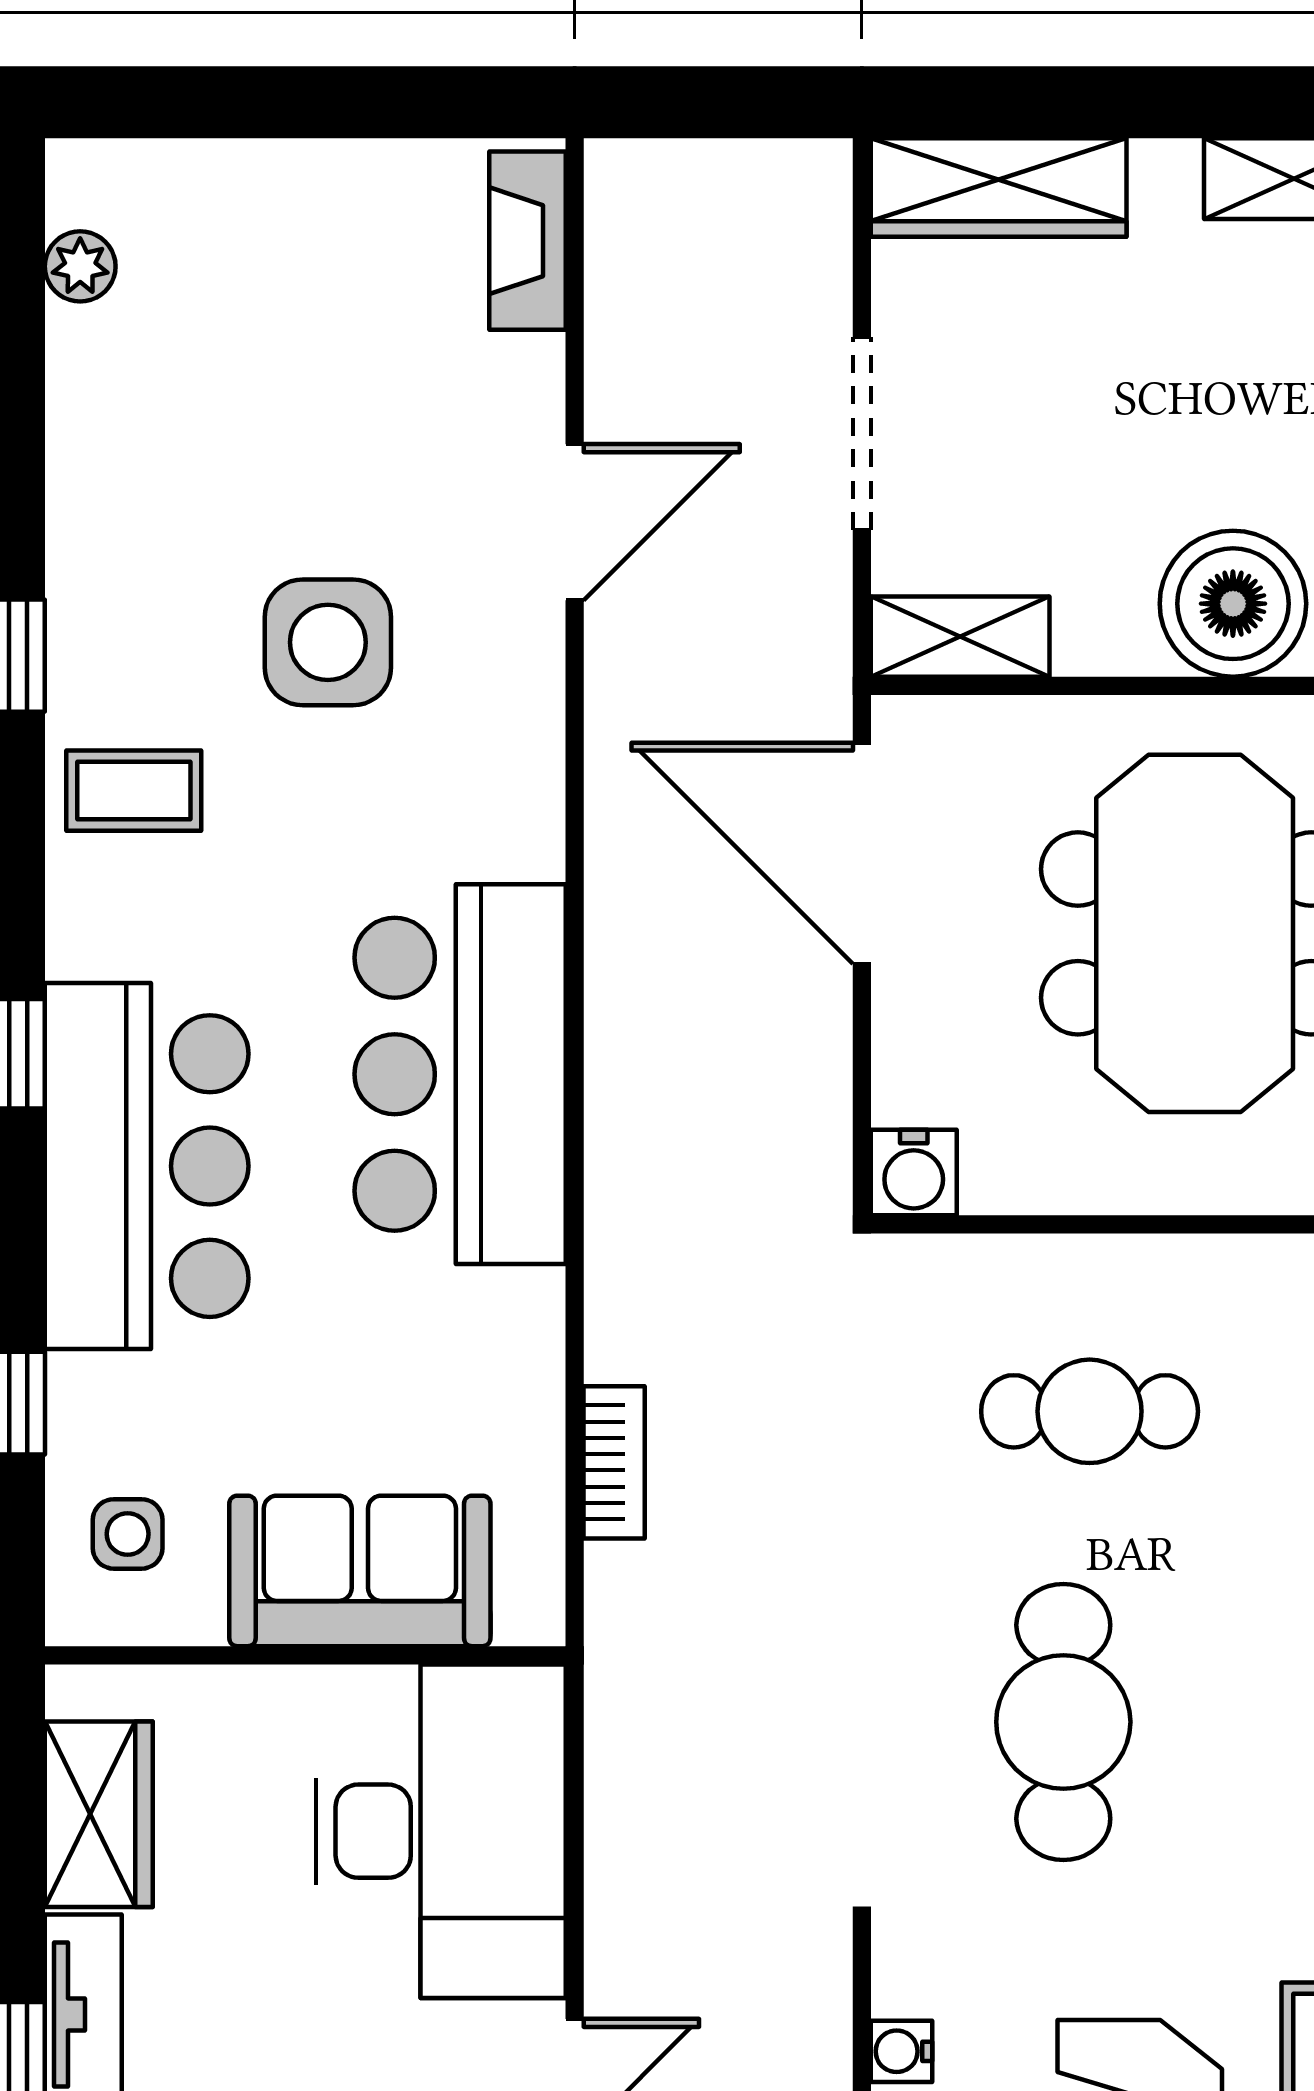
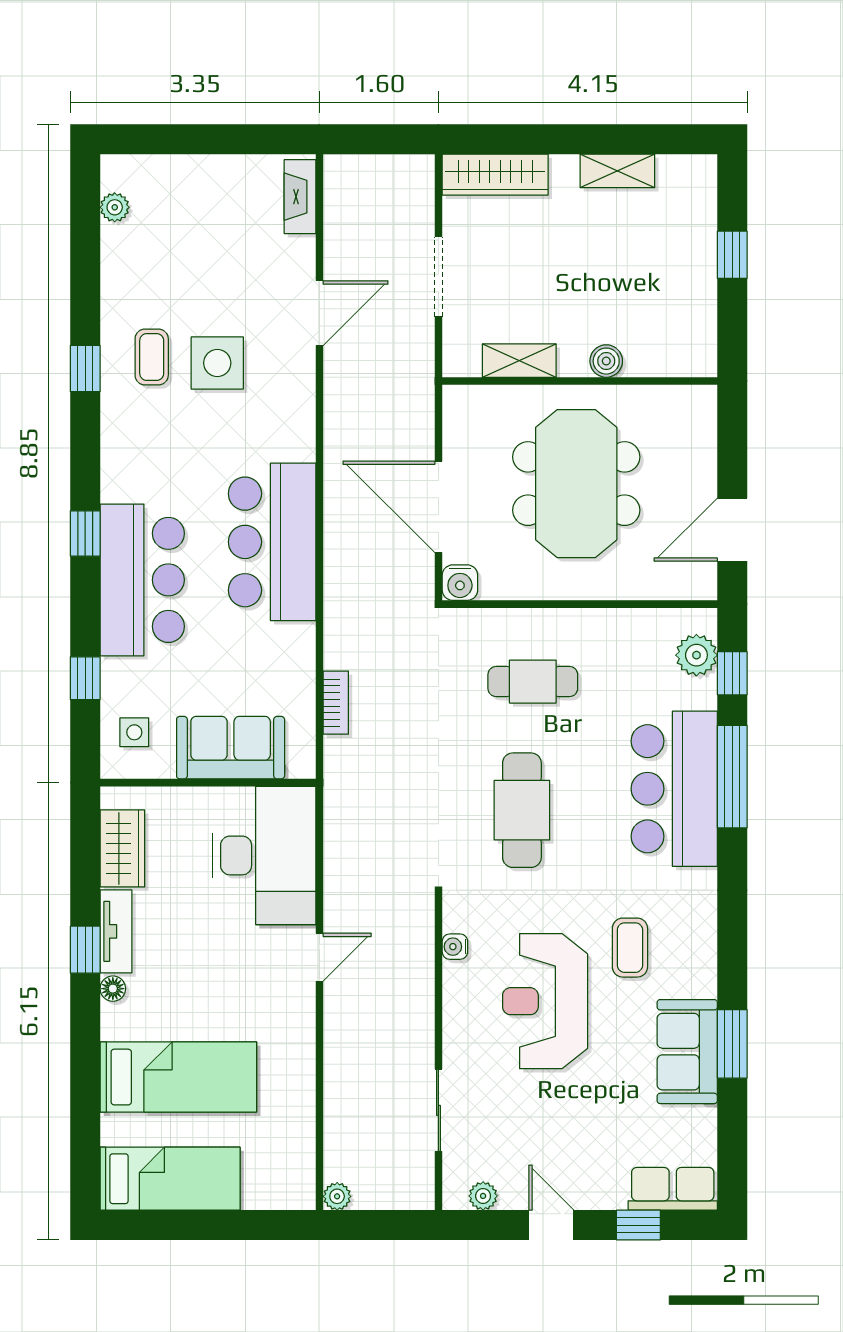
boiler: (1233, 604) -> (606, 361), width x0.54, depth x0.54
shelving: (960, 637) -> (519, 361), moved
coffee table: (134, 791) -> (152, 357), moved, turned 90
door: (862, 853) -> (438, 507), moved

